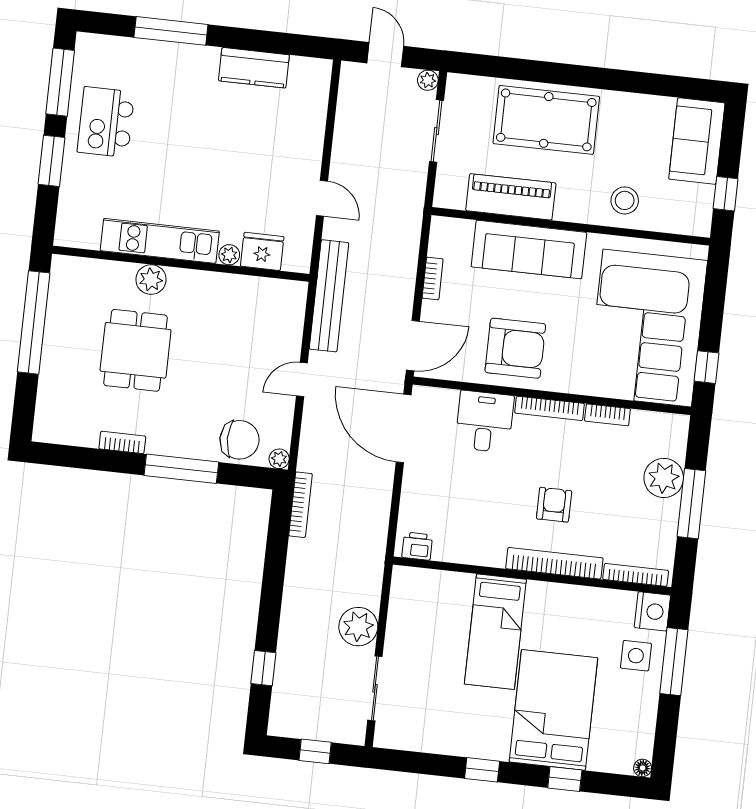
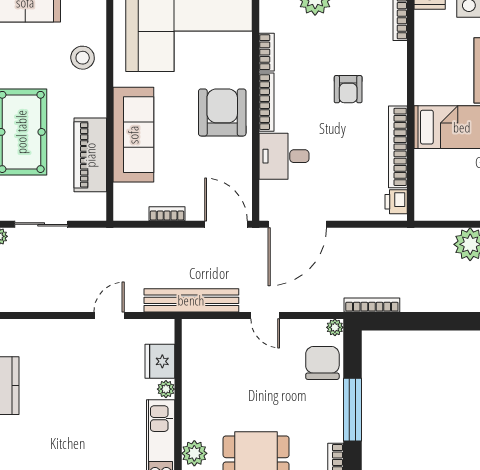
armchair: (515, 348) -> (222, 112), moved
armchair: (554, 505) -> (348, 89), turned -90
bookcase: (554, 563) -> (398, 147), moved

